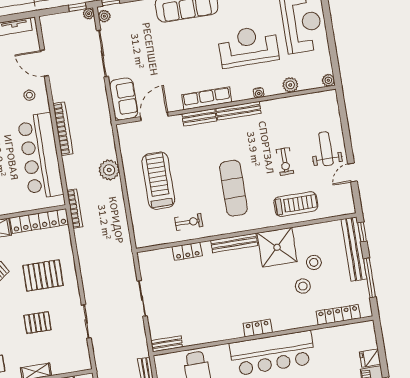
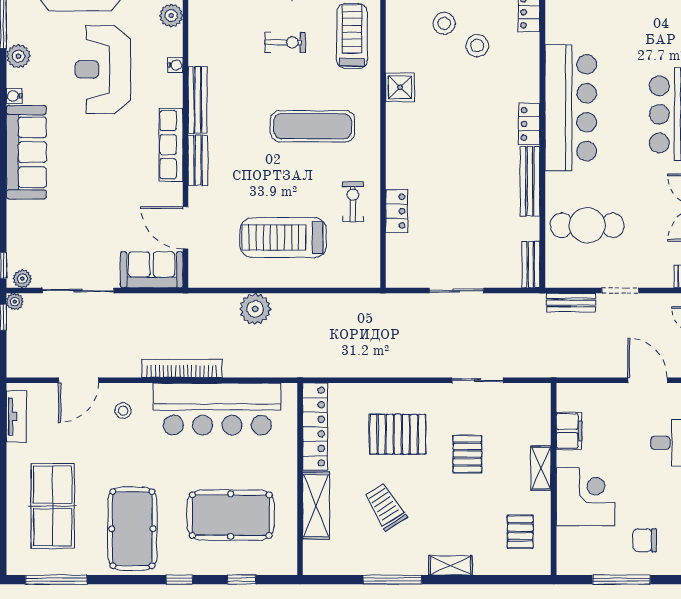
bookcase: (75, 209) -> (305, 370), removed
bench: (234, 243) -> (530, 181), moved
shower: (277, 247) -> (400, 87), width x0.54, depth x0.54
pallet: (43, 275) -> (398, 434), turned 90

